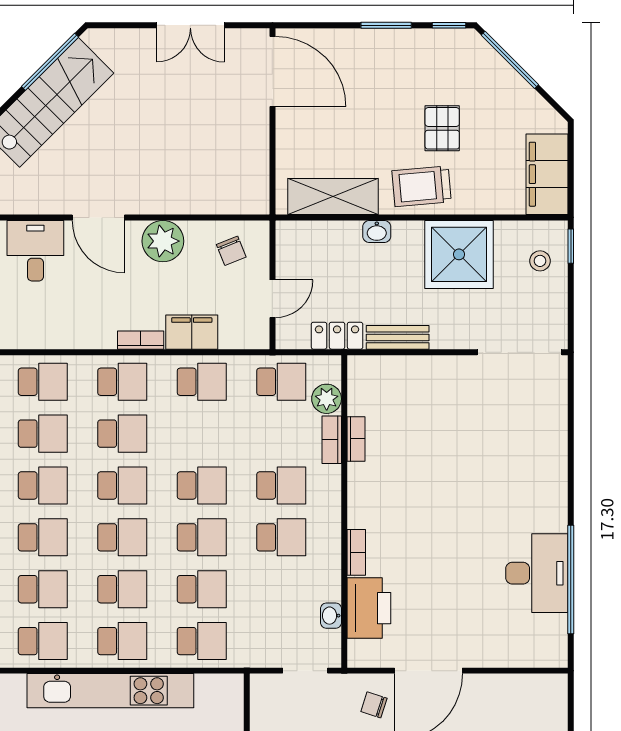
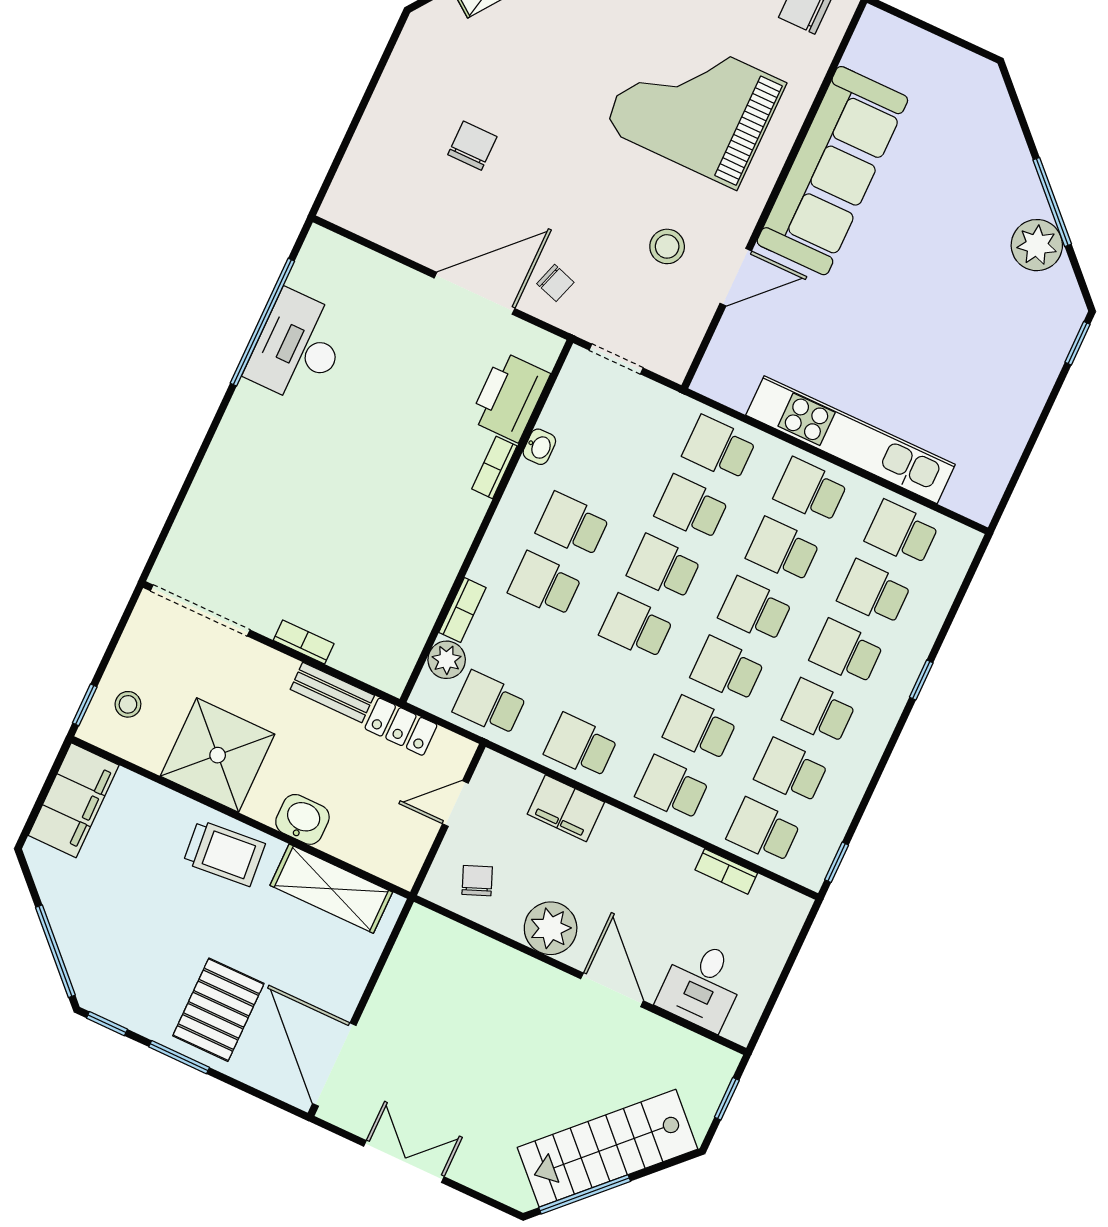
pallet: (442, 128) -> (218, 1010), moved, width x1.50, depth x1.42
washbasin: (377, 232) -> (302, 819), width x1.38, depth x1.45
bookcase: (141, 340) -> (726, 871), moved
bookcase: (356, 439) -> (304, 642), moved, turned 90
washbasin: (331, 616) -> (539, 447), moved

